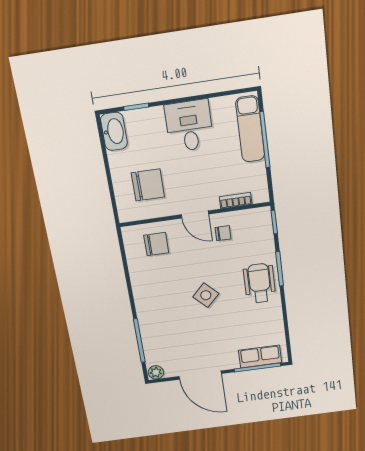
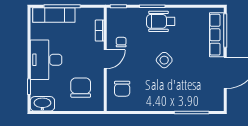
desk: (189, 126) -> (46, 60), width x1.37
chair: (156, 244) -> (122, 89), turned 180
row of seats: (260, 356) -> (217, 35), width x1.48
plant: (156, 372) -> (218, 105), removed

